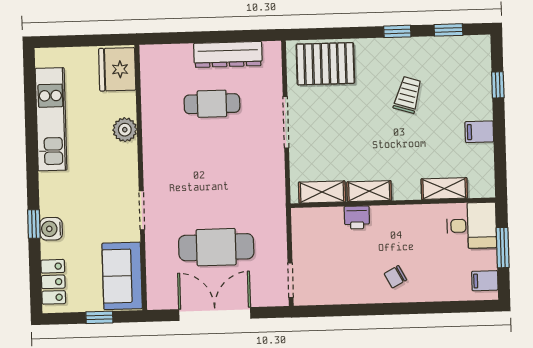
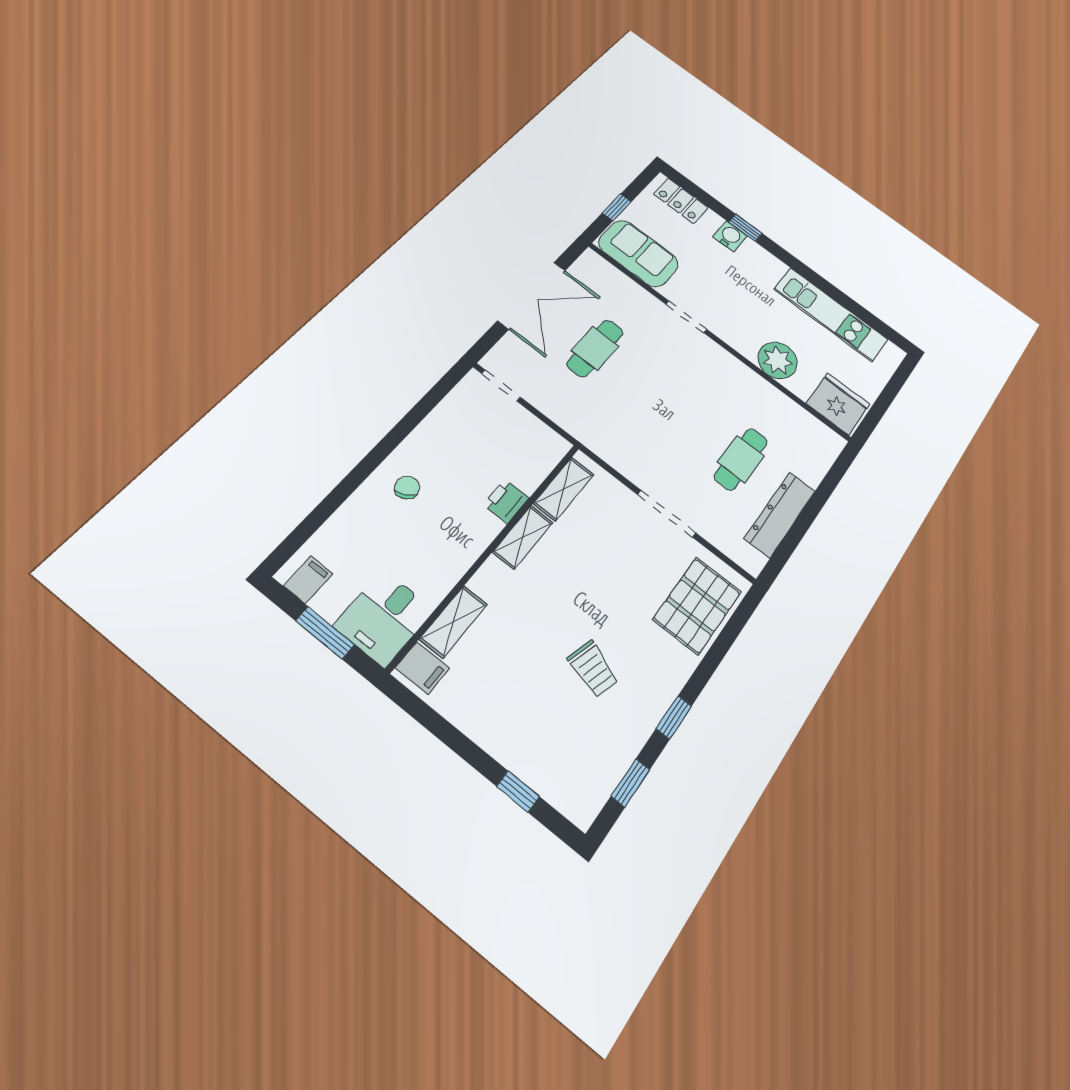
plant: (125, 130) -> (778, 360), width x1.36, depth x1.36
filing cabinet: (479, 132) -> (423, 668), moved, turned 90
cafe table: (216, 247) -> (595, 348), width x0.73, depth x0.74

